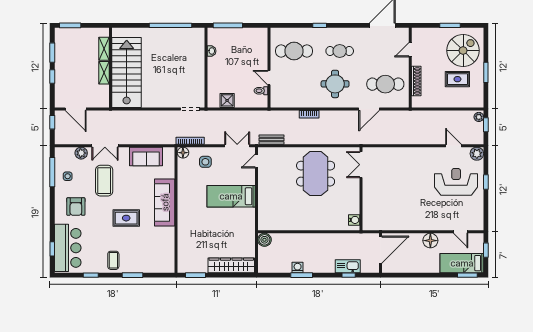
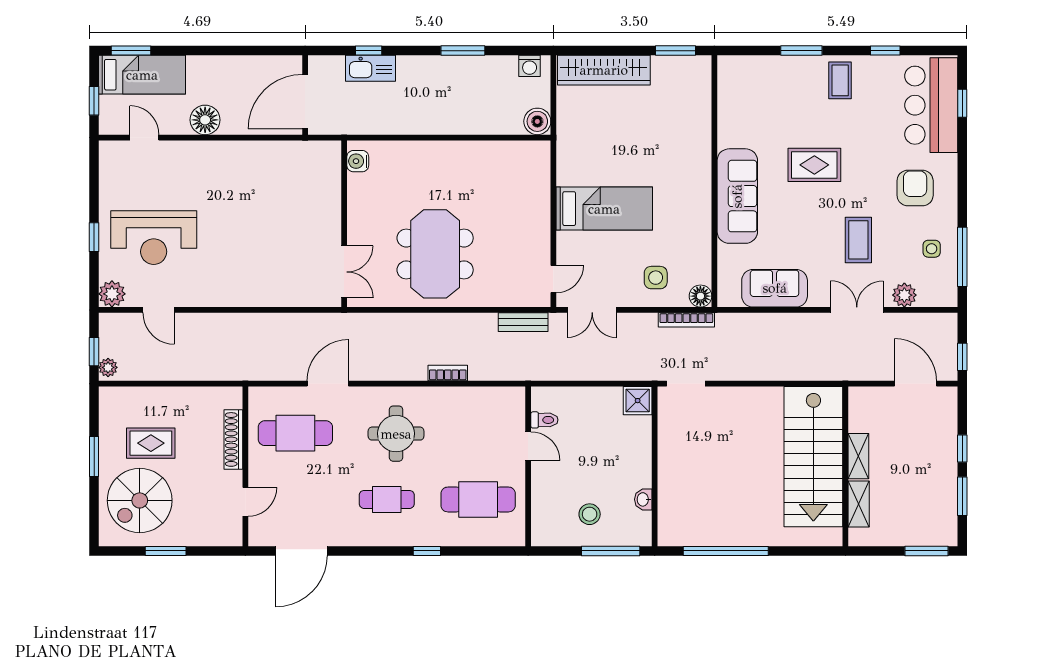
stool: (238, 44) -> (590, 514), added
shower: (227, 100) -> (638, 401), moved
coffee table: (104, 181) -> (858, 240), width x0.73, depth x0.76
washing machine: (298, 268) -> (530, 66), moved

